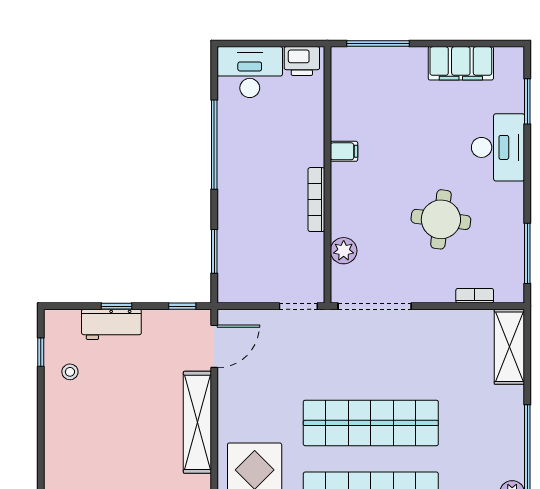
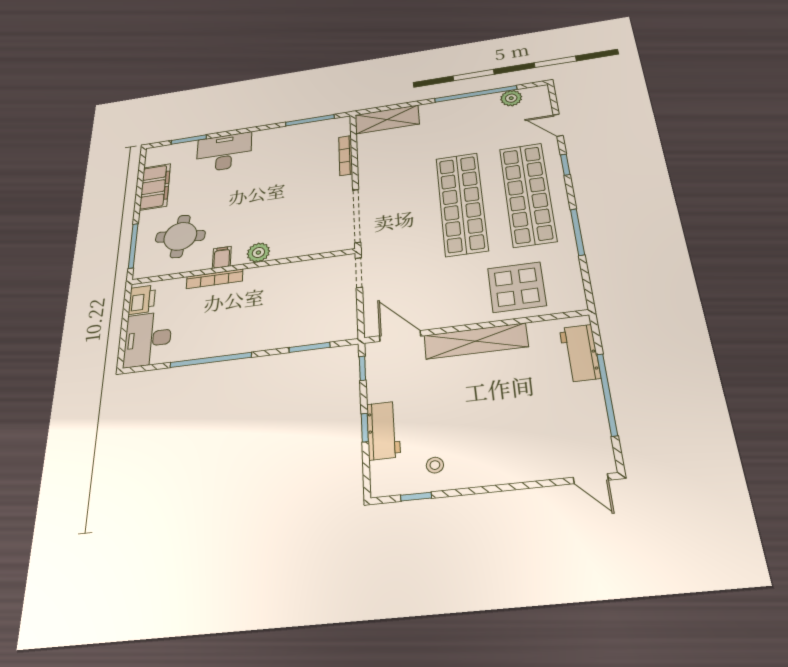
bookcase: (316, 200) -> (214, 279), moved
round table: (441, 219) -> (180, 236), moved
plant: (344, 251) -> (258, 253), moved
bookcase: (475, 296) -> (346, 155), width x1.56

